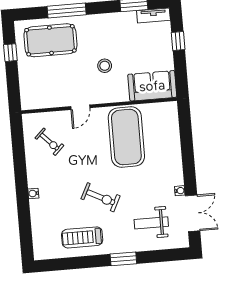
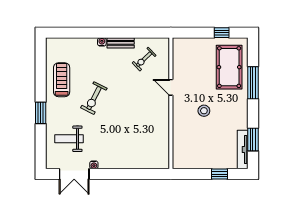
tv unit: (153, 15) -> (243, 149), width x1.41
sofa: (152, 86) -> (184, 149), removed
exercise mat: (126, 137) -> (143, 124), removed
bench: (33, 171) -> (121, 43), added
weight bench: (151, 223) -> (69, 139), turned -90

